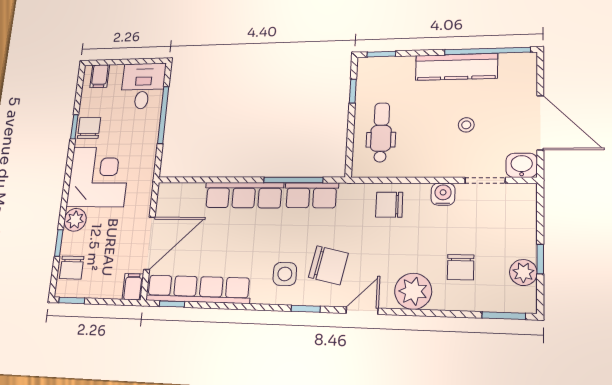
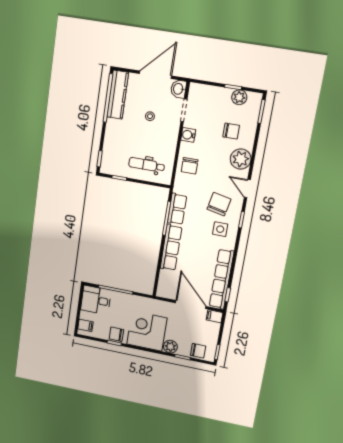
kitchen counter: (456, 67) -> (118, 95), moved

